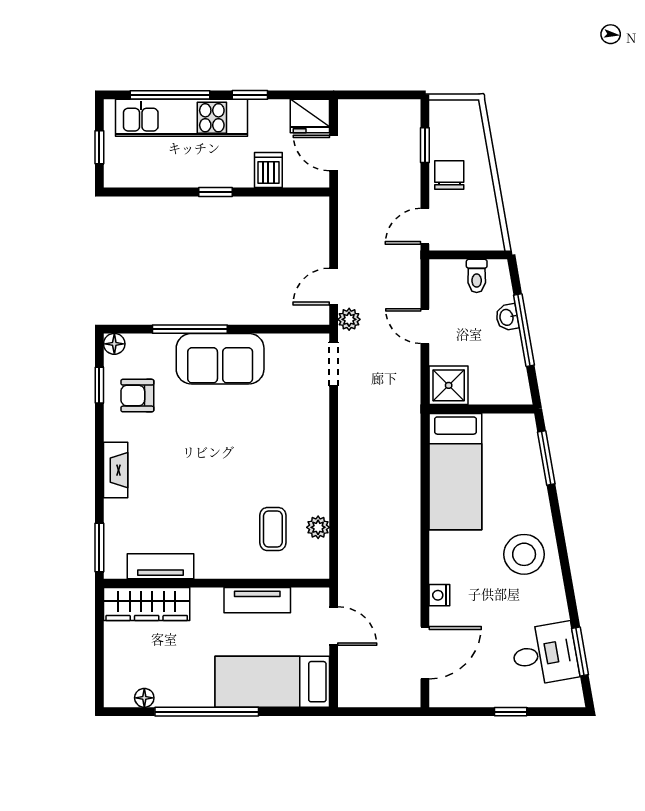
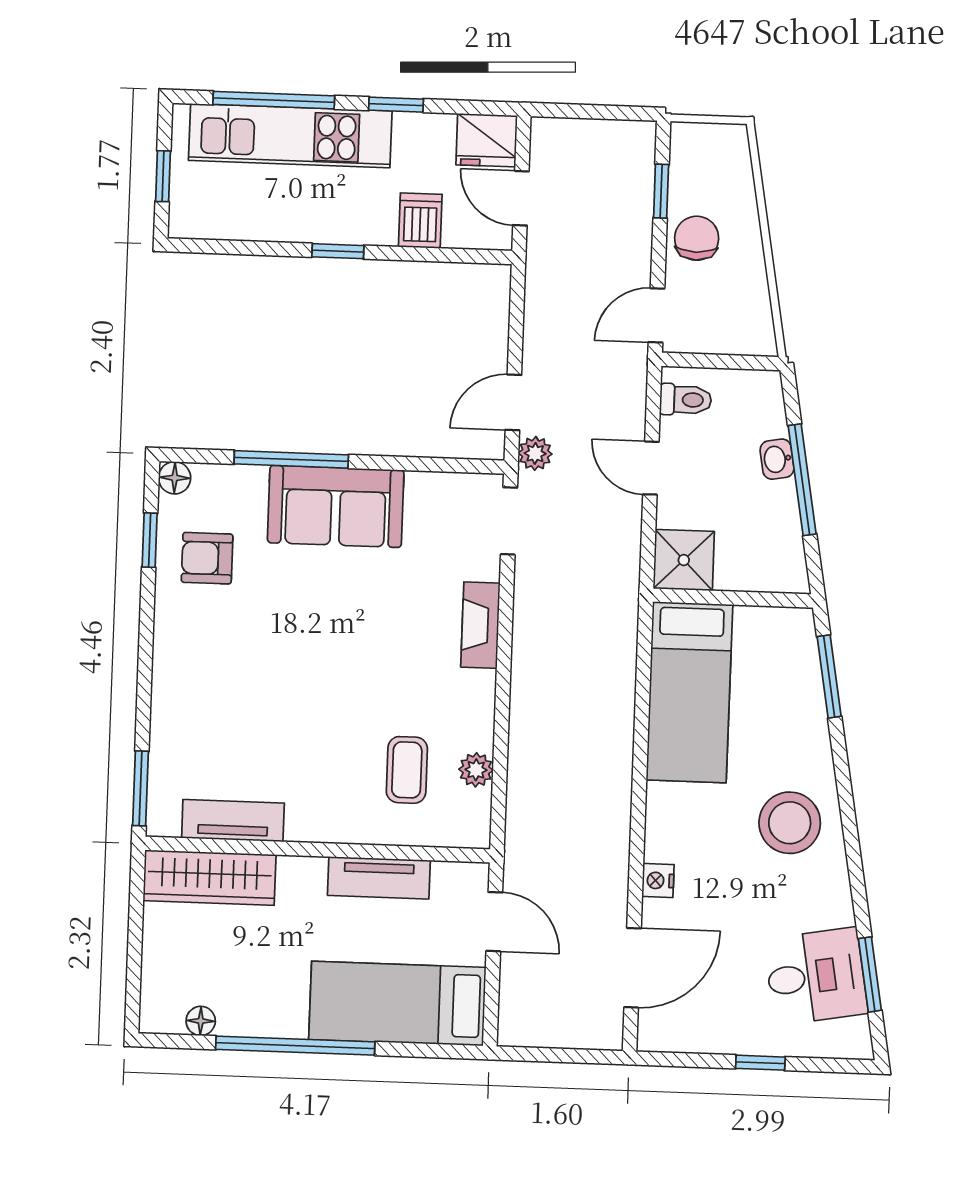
toilet: (477, 276) -> (686, 400), moved, turned -90
fireplace: (116, 470) -> (480, 625), moved, turned 180

